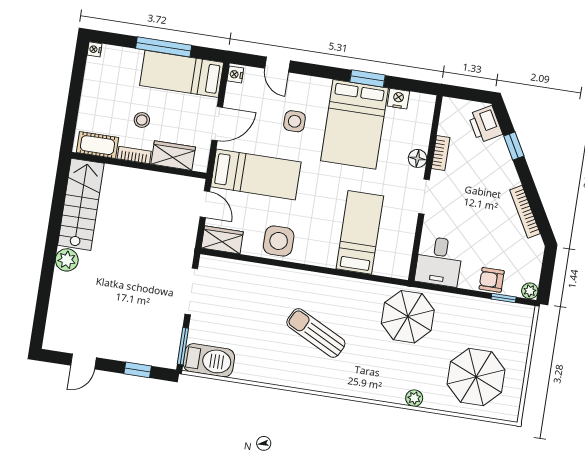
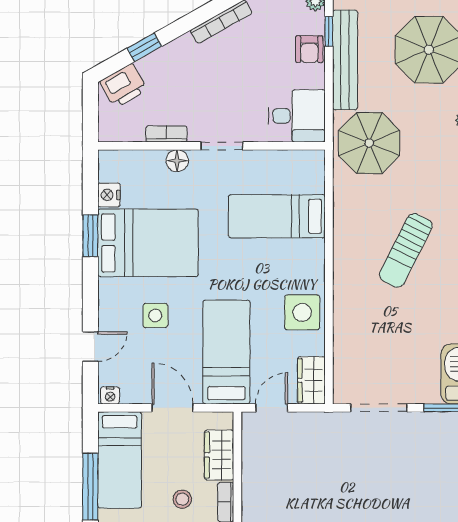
bench: (478, 308) -> (345, 60), added

